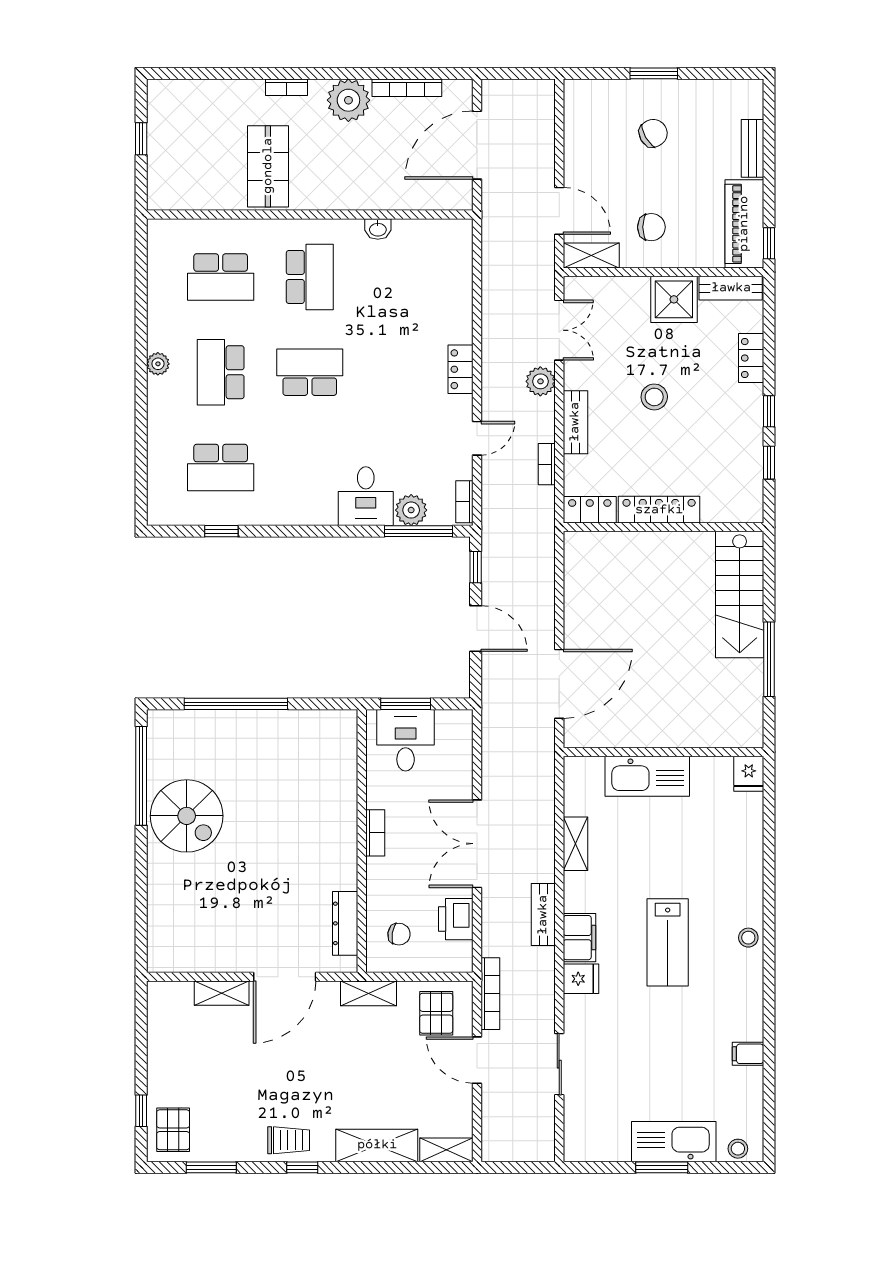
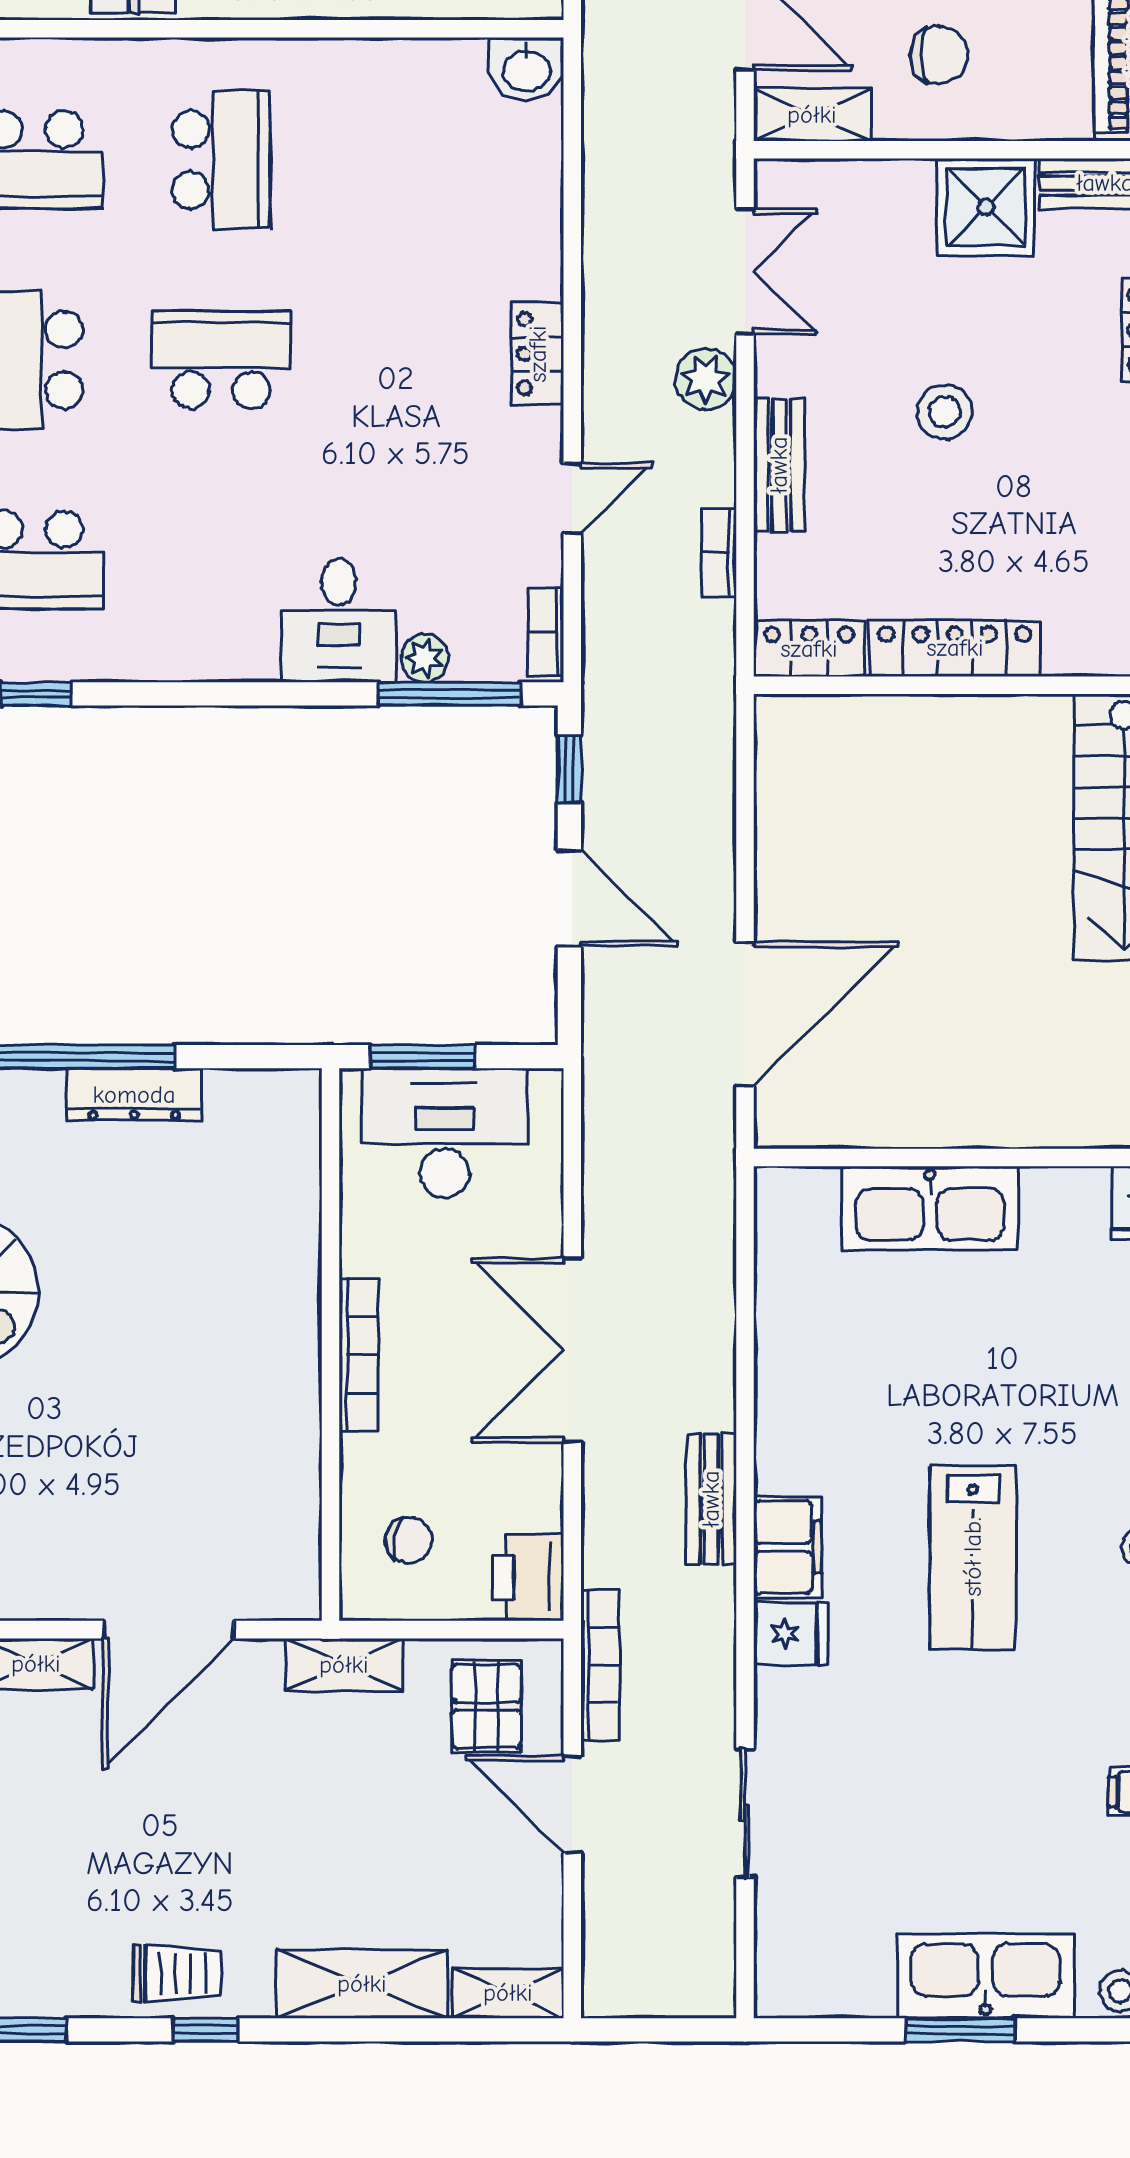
washbasin: (378, 229) -> (526, 69), moved, width x1.38, depth x1.45
plant: (411, 510) -> (425, 658), width x0.73, depth x0.73
desk: (406, 740) -> (445, 1133), width x1.37
bookcase: (375, 833) -> (359, 1355), width x1.56
shelving: (575, 844) -> (779, 1350), removed
printer: (456, 919) -> (528, 1578), moved
dresser: (345, 923) -> (134, 1095), moved, turned -90

